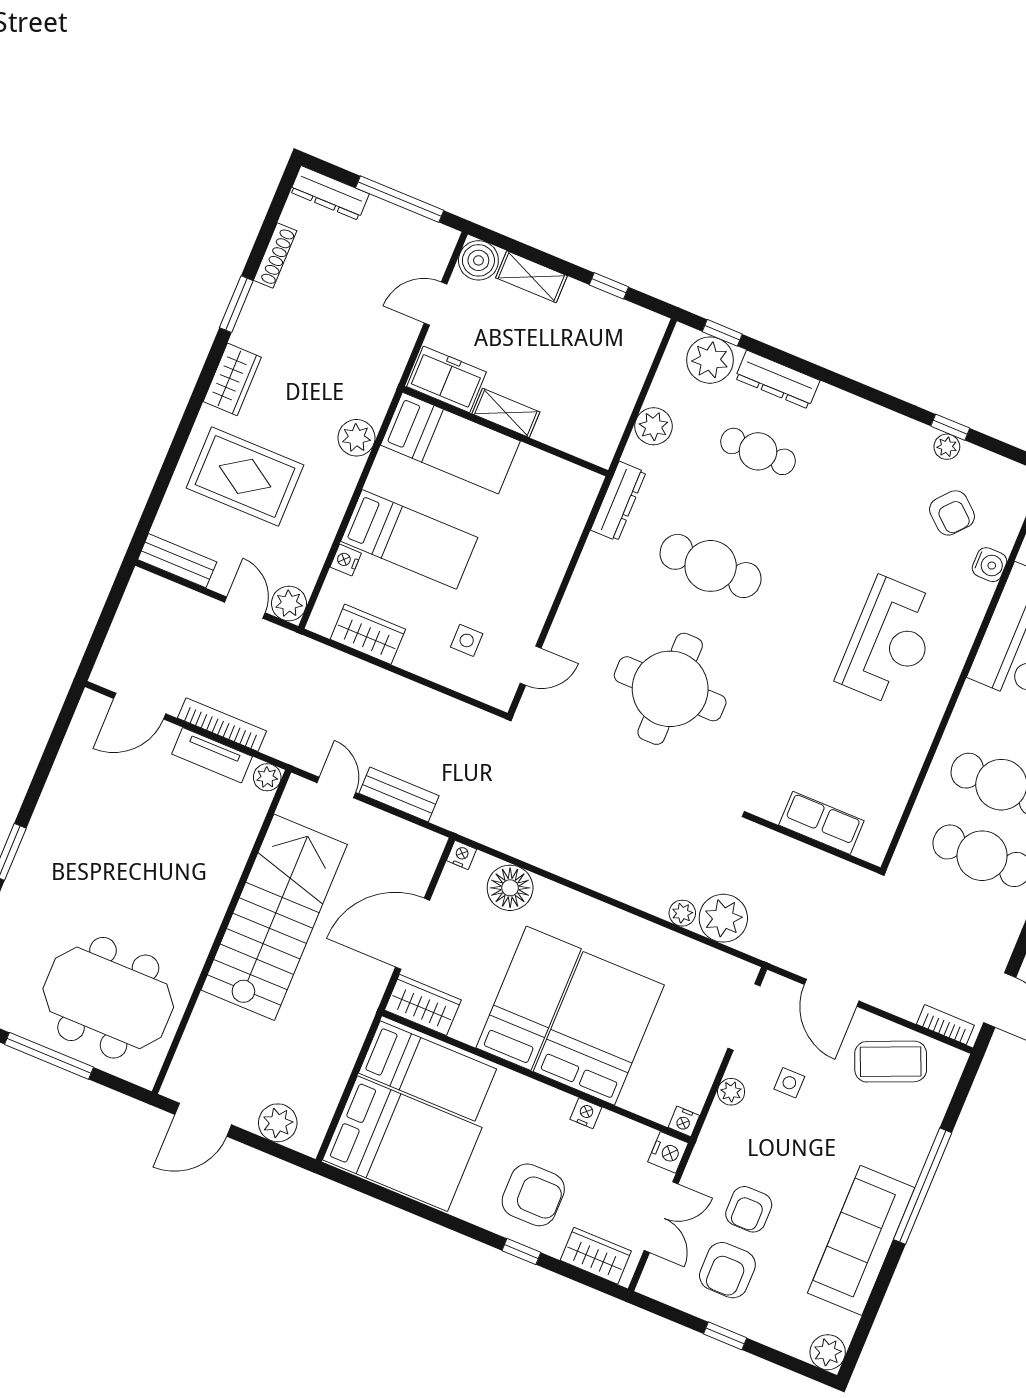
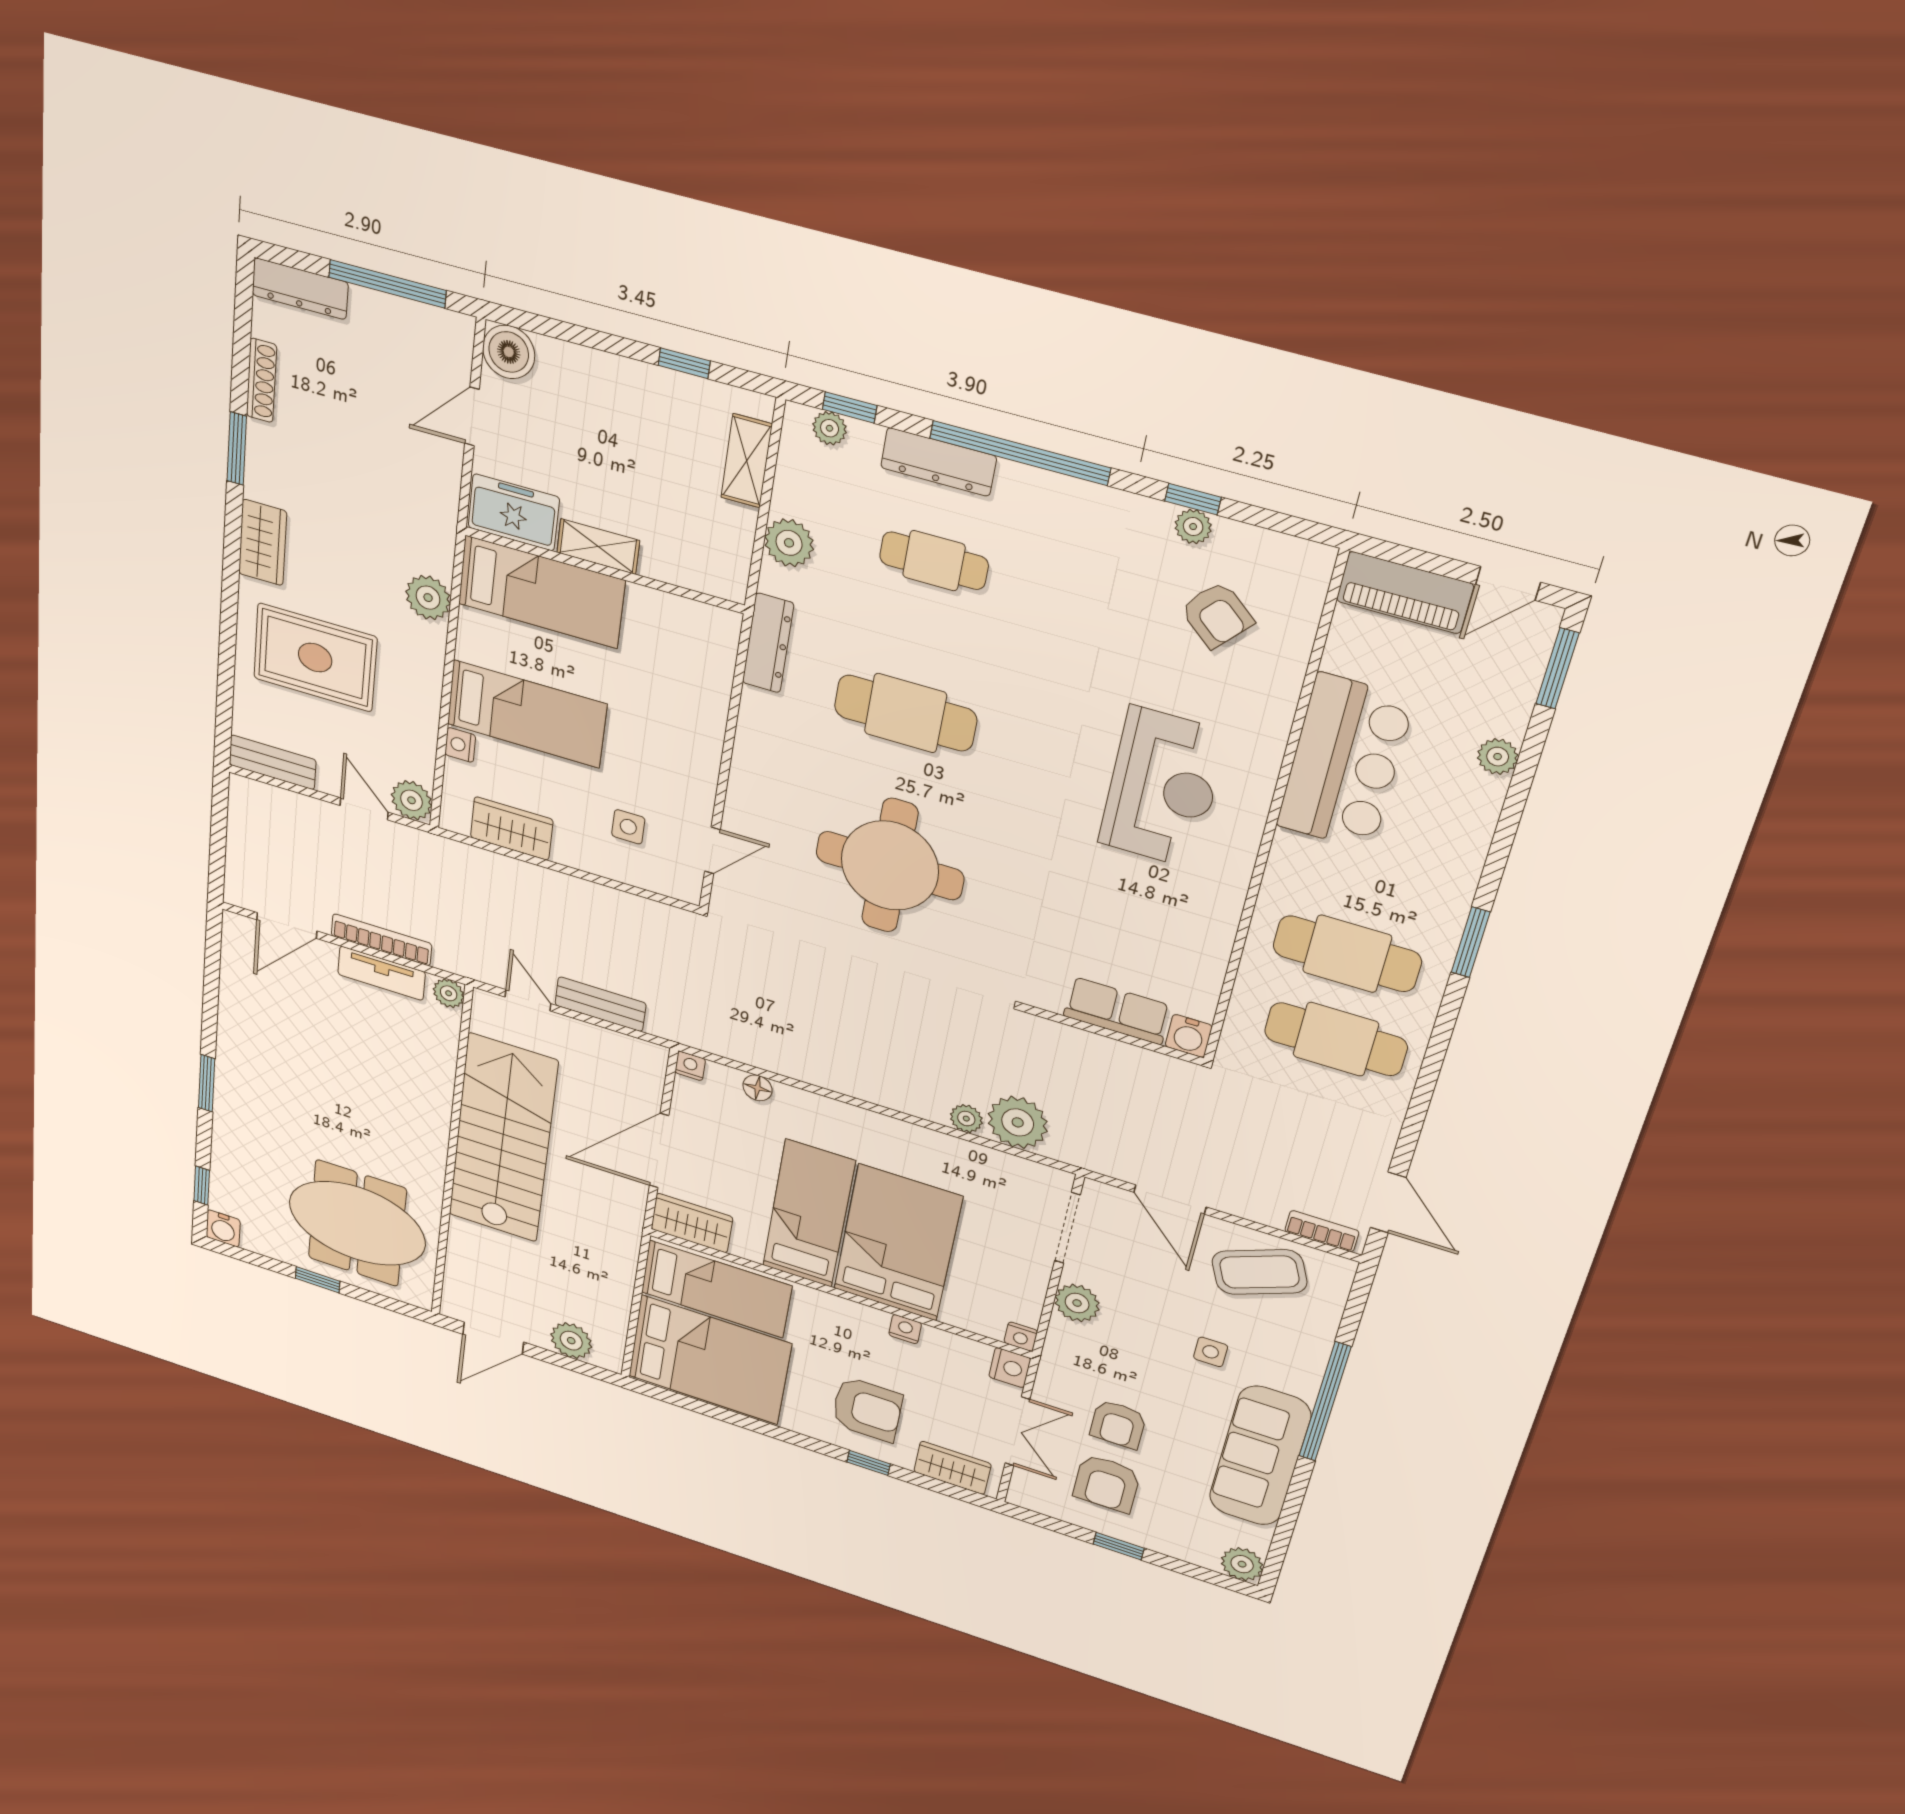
shelving: (531, 277) -> (747, 461), moved, turned 90
plant: (710, 360) -> (830, 428), width x0.53, depth x0.53
window: (837, 380) -> (1020, 453), added
water cooler: (990, 565) -> (1189, 1036), moved, turned 90
floor lamp: (510, 888) -> (758, 1088), width x0.53, depth x0.53
window: (49, 1056) -> (318, 1280), width x0.46
side table: (789, 1083) -> (1211, 1352), moved
plant: (731, 1092) -> (1077, 1303), width x1.38, depth x1.38

